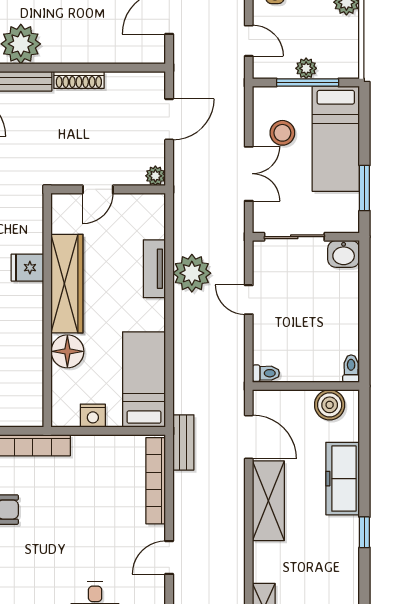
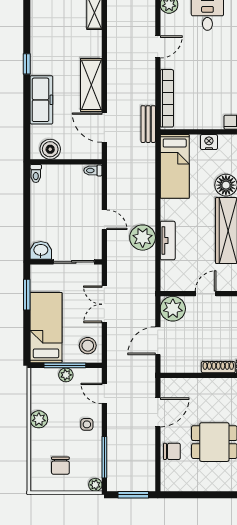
stool: (282, 133) -> (88, 346), moved
plant: (155, 176) -> (173, 309), width x1.87, depth x1.87

